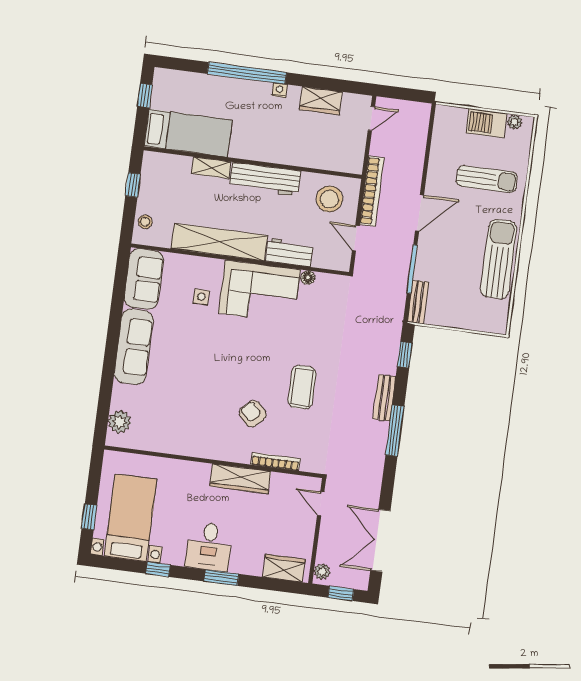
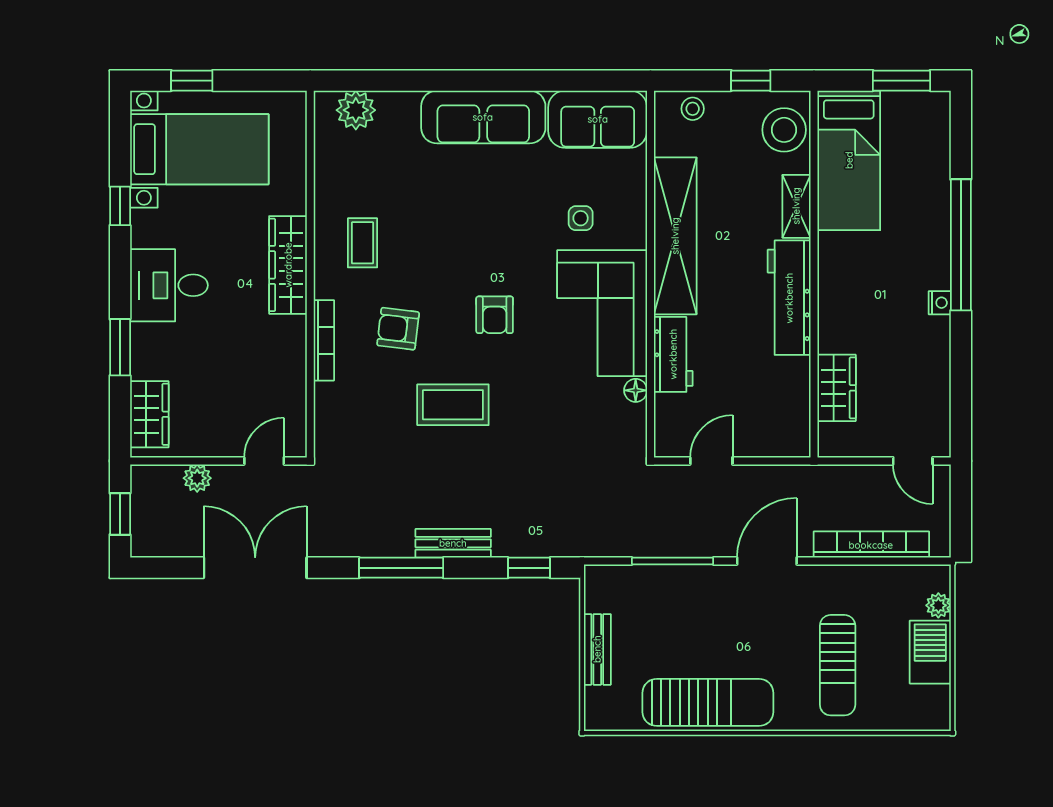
window: (145, 95) -> (902, 81), width x1.50
wardrobe: (321, 101) -> (837, 388), moved, turned 180
plant: (515, 122) -> (938, 605), moved
bookcase: (372, 191) -> (871, 545), moved, turned 180
stool: (329, 199) -> (784, 130), moved
door: (419, 213) -> (767, 561), swing flipped
bench: (418, 302) -> (597, 649), moved, turned 90
armchair: (252, 355) -> (495, 315), added
armchair: (253, 414) -> (398, 329), turned -129
coffee table: (199, 428) -> (362, 243), added
bookcase: (276, 462) -> (324, 340), moved
wardrobe: (240, 479) -> (288, 265), moved
double door: (380, 541) -> (255, 568), moved
plant: (322, 572) -> (197, 478), moved
window: (221, 578) -> (120, 347), moved

